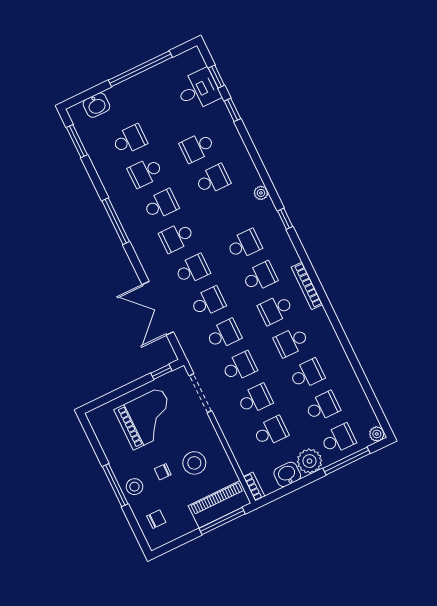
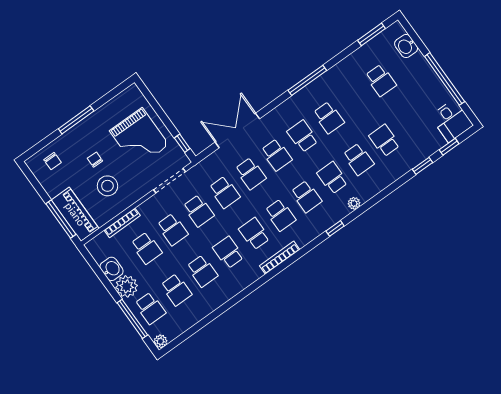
desk: (198, 90) -> (452, 121), moved
school desk: (145, 172) -> (332, 178), moved
stool: (134, 487) -> (78, 137), removed
bookcase: (254, 487) -> (122, 223), moved, width x1.56

